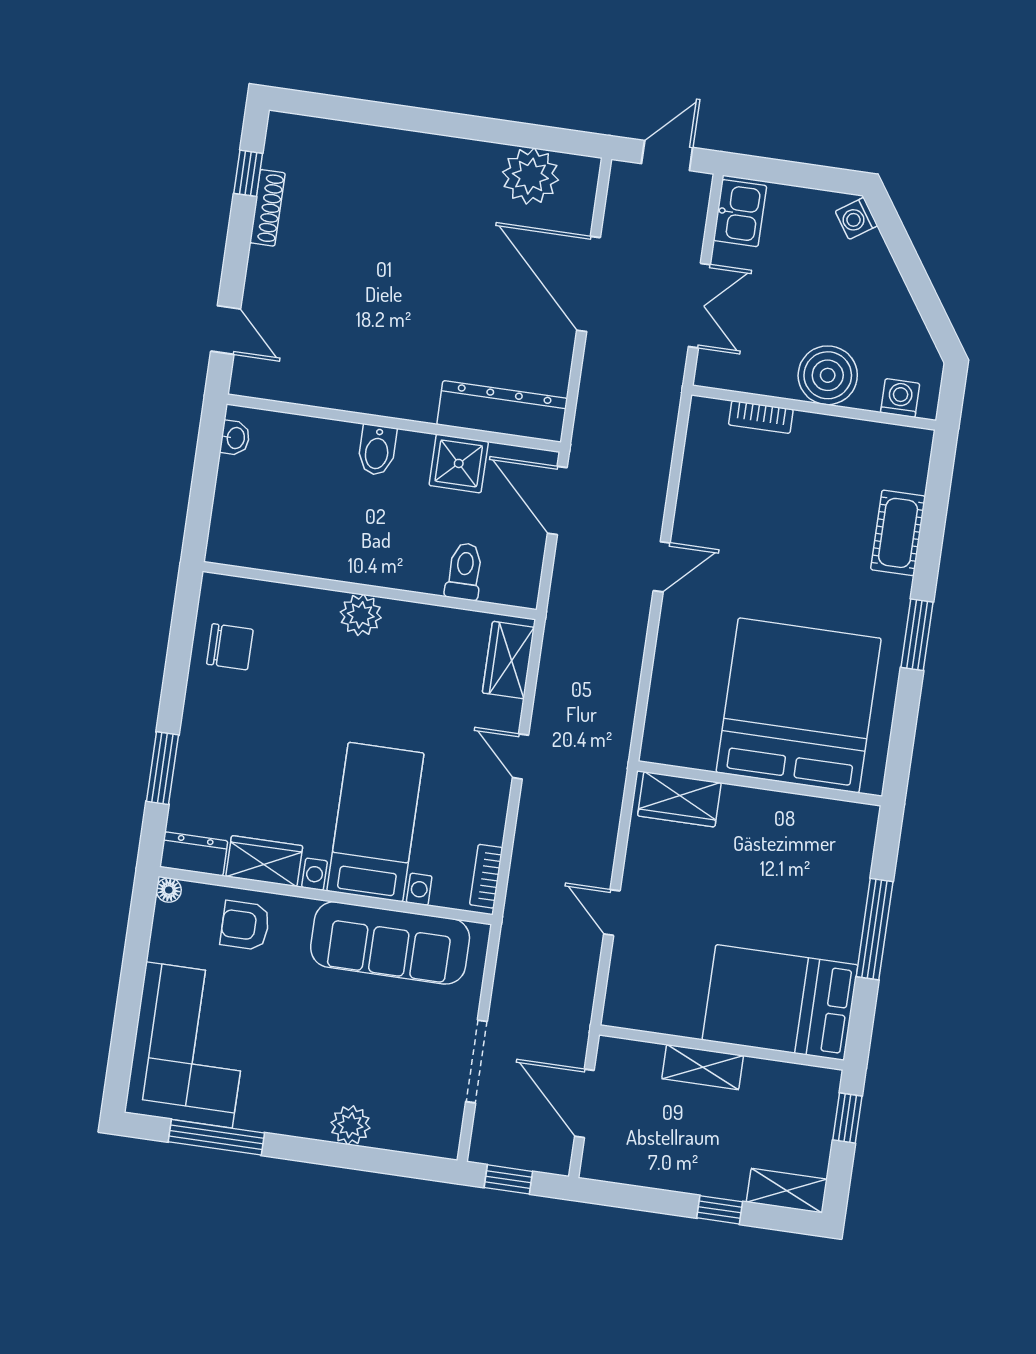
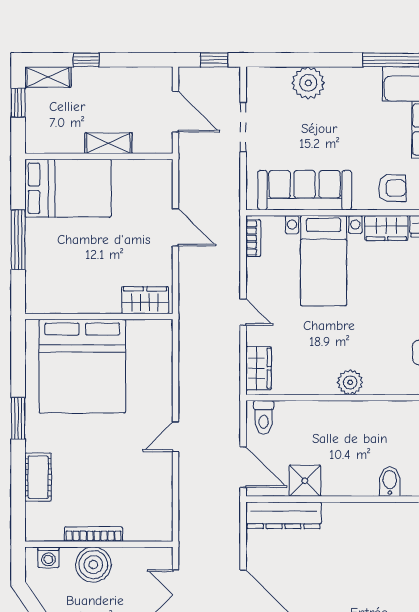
bookcase: (761, 417) -> (94, 534), moved, width x1.56
bidet: (377, 450) -> (390, 482), moved
toilet: (464, 571) -> (264, 417), moved
door: (612, 912) -> (176, 227), width x1.38
window: (847, 1118) -> (18, 103), moved
plant: (350, 1125) -> (308, 83), width x1.36, depth x1.36

